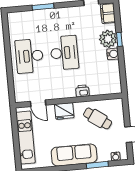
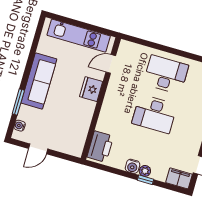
plant: (108, 39) -> (145, 171), width x0.53, depth x0.53
printer: (82, 91) -> (100, 147), moved, width x1.87, depth x1.48
cafe table: (98, 118) -> (69, 122), removed

